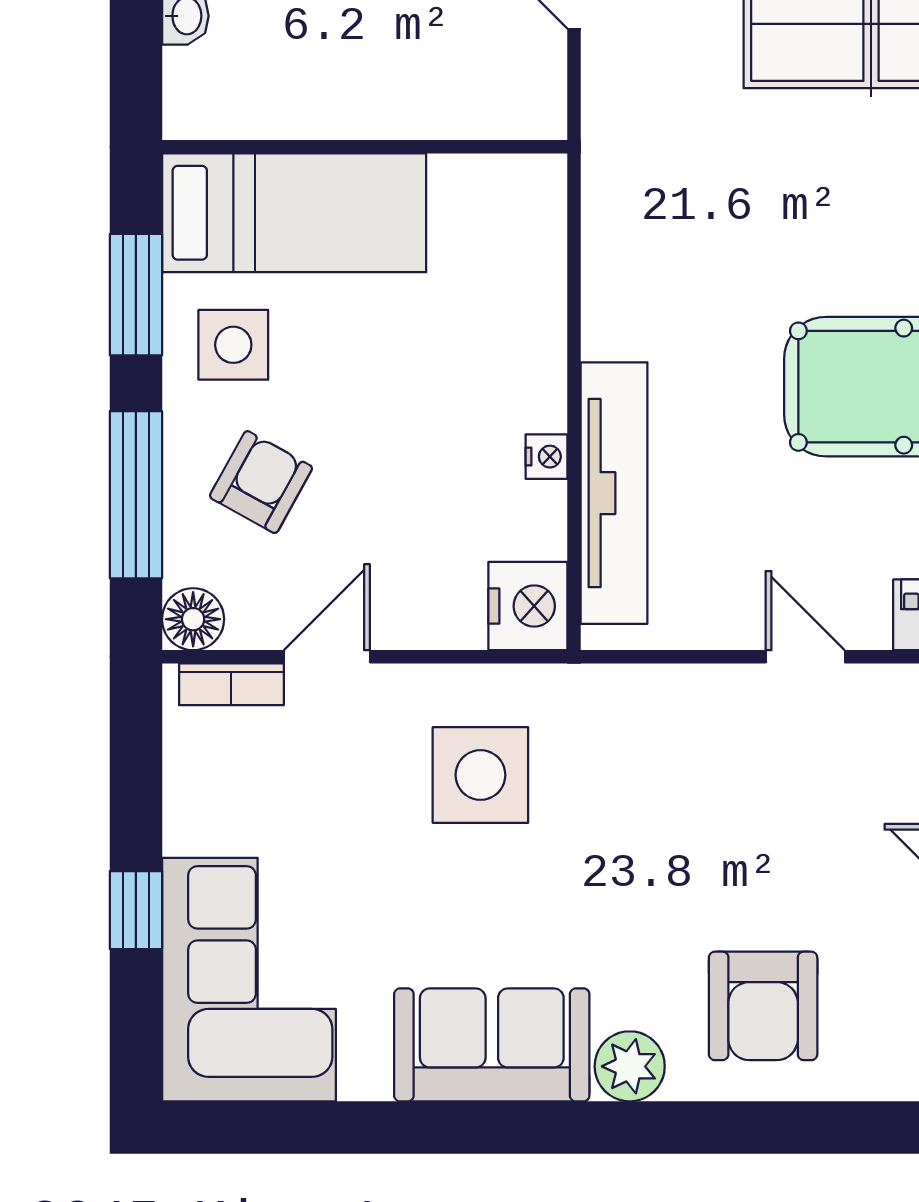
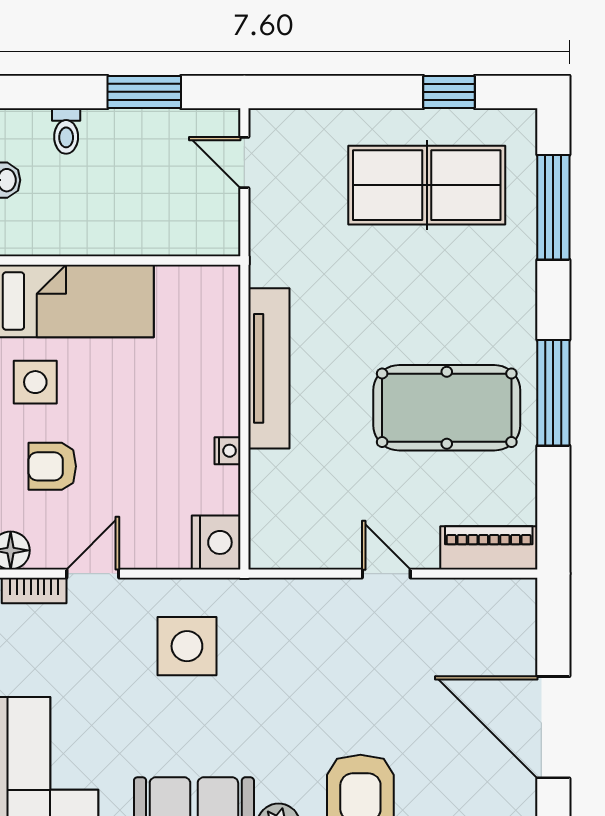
armchair: (261, 482) -> (52, 466), turned -119
tv unit: (614, 493) -> (269, 368), moved

